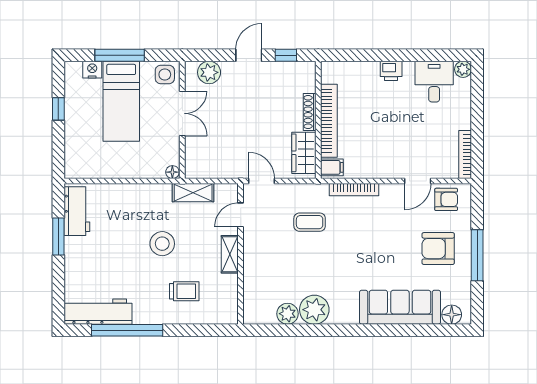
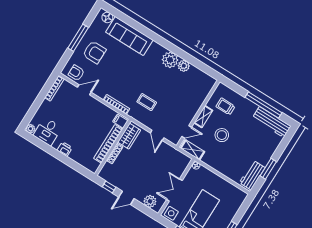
door: (241, 215) -> (187, 132), moved
shelving: (230, 254) -> (203, 117), moved
wall: (241, 254) -> (198, 114), moved

